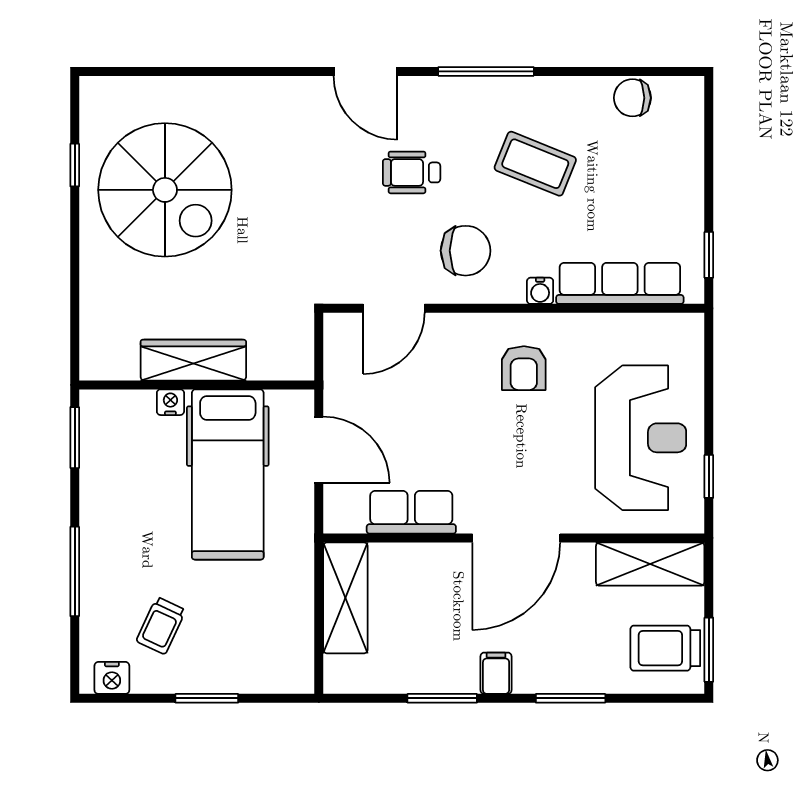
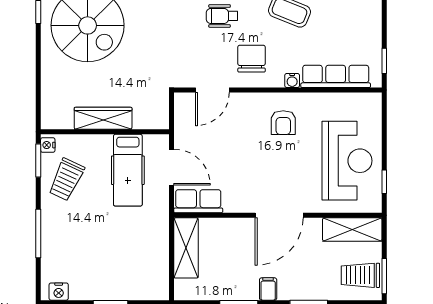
chair: (466, 251) -> (252, 59), turned -90
nightstand: (170, 402) -> (48, 145), moved, turned -90
hospital bed: (228, 474) -> (128, 170), width x0.73, depth x0.78
row of seats: (411, 512) -> (198, 201), moved
trolley: (161, 626) -> (66, 179), moved, width x1.36, depth x1.39

